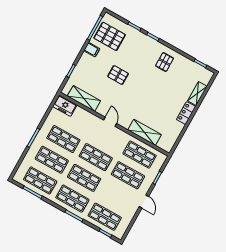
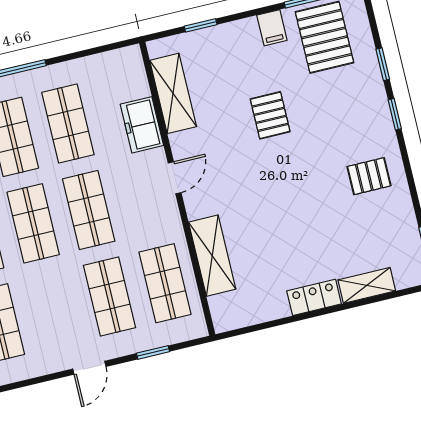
freezer: (65, 106) -> (142, 125), moved

